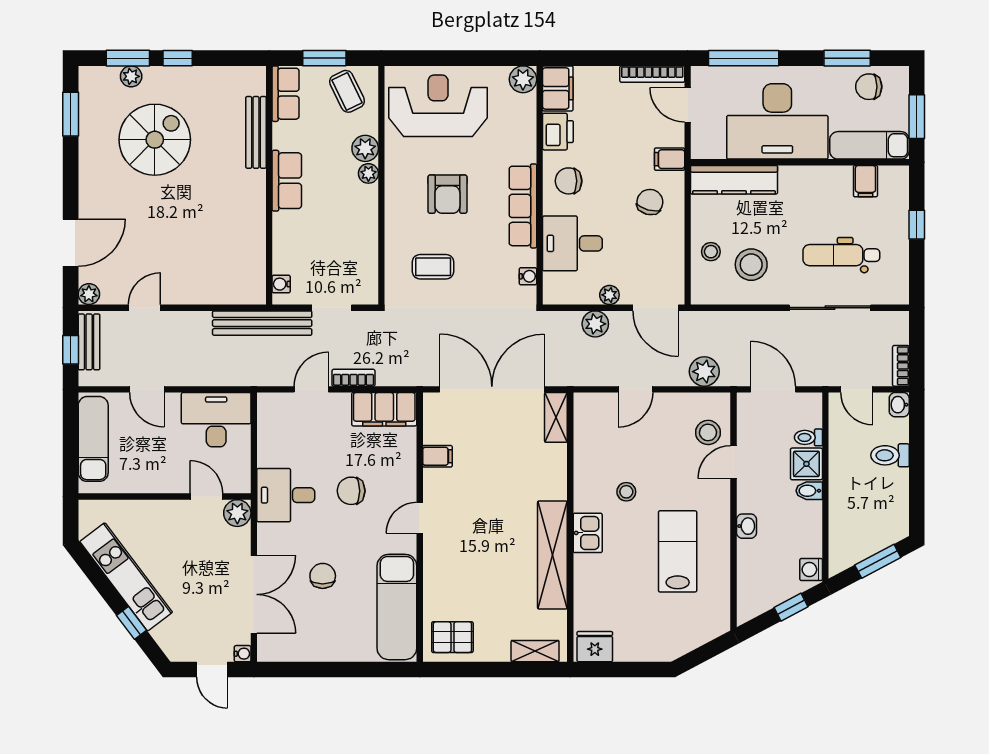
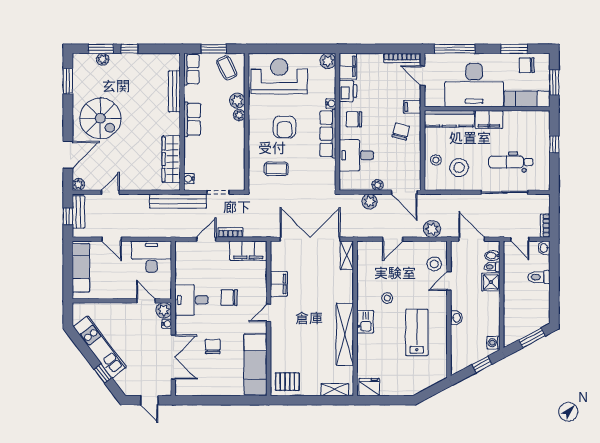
spiral stairs: (155, 140) -> (100, 118), moved, turned 90
filing cabinet: (865, 181) -> (489, 119), moved, width x2.00
wardrobe: (250, 250) -> (171, 159), added
water cooler: (528, 276) -> (331, 103), moved
filing cabinet: (437, 456) -> (279, 284), width x2.00
bidet: (809, 491) -> (492, 256), moved
water cooler: (243, 654) -> (167, 324), moved

